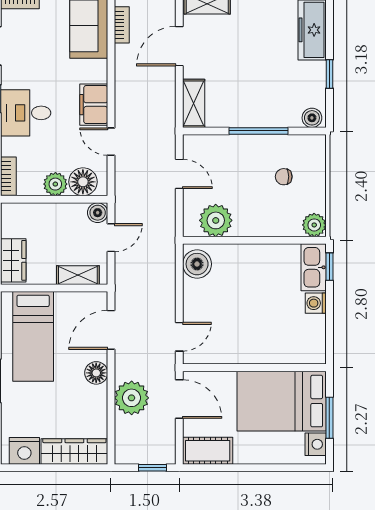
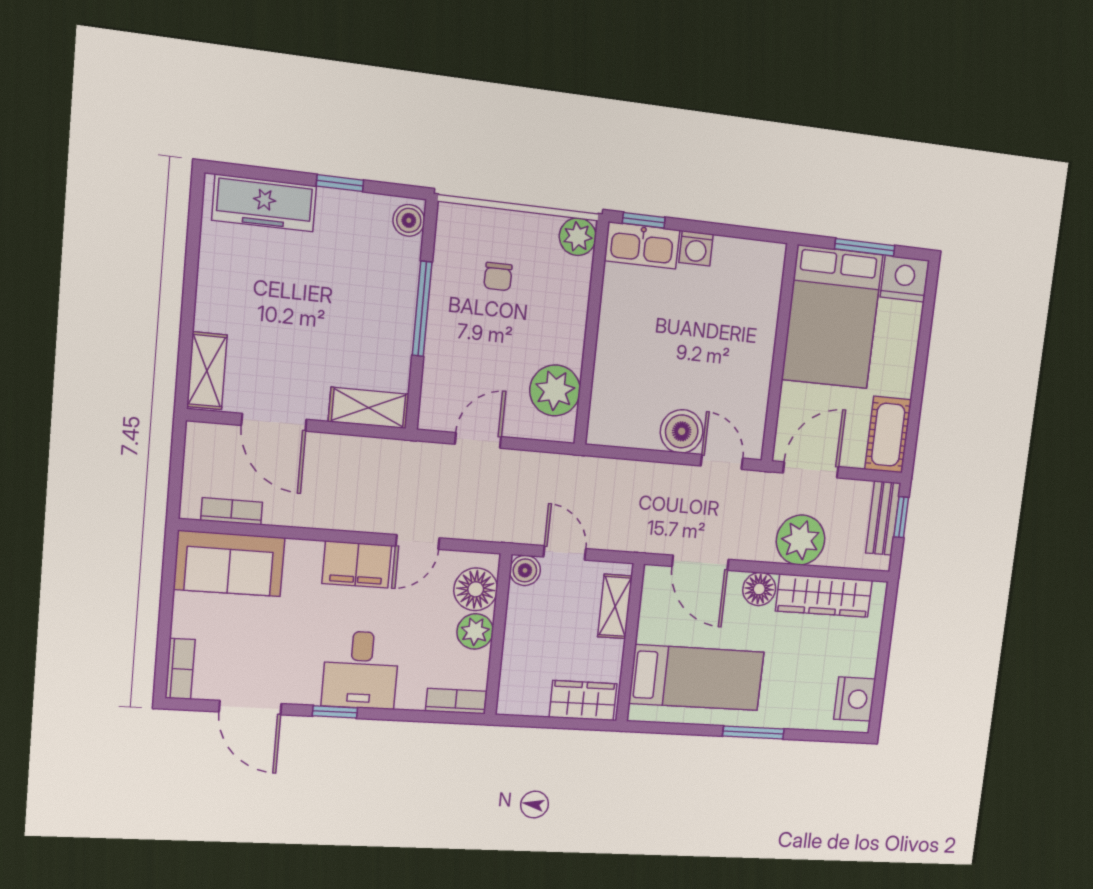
boiler: (197, 264) -> (682, 431), moved
nightstand: (316, 444) -> (905, 279), width x1.36, depth x1.33
wardrobe: (74, 451) -> (824, 596), moved, turned -90
bench: (151, 455) -> (883, 518), added

